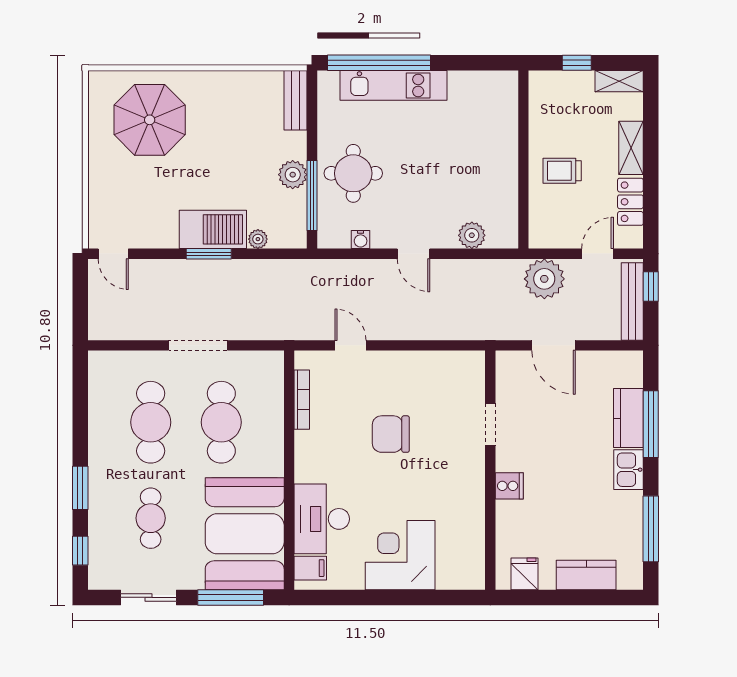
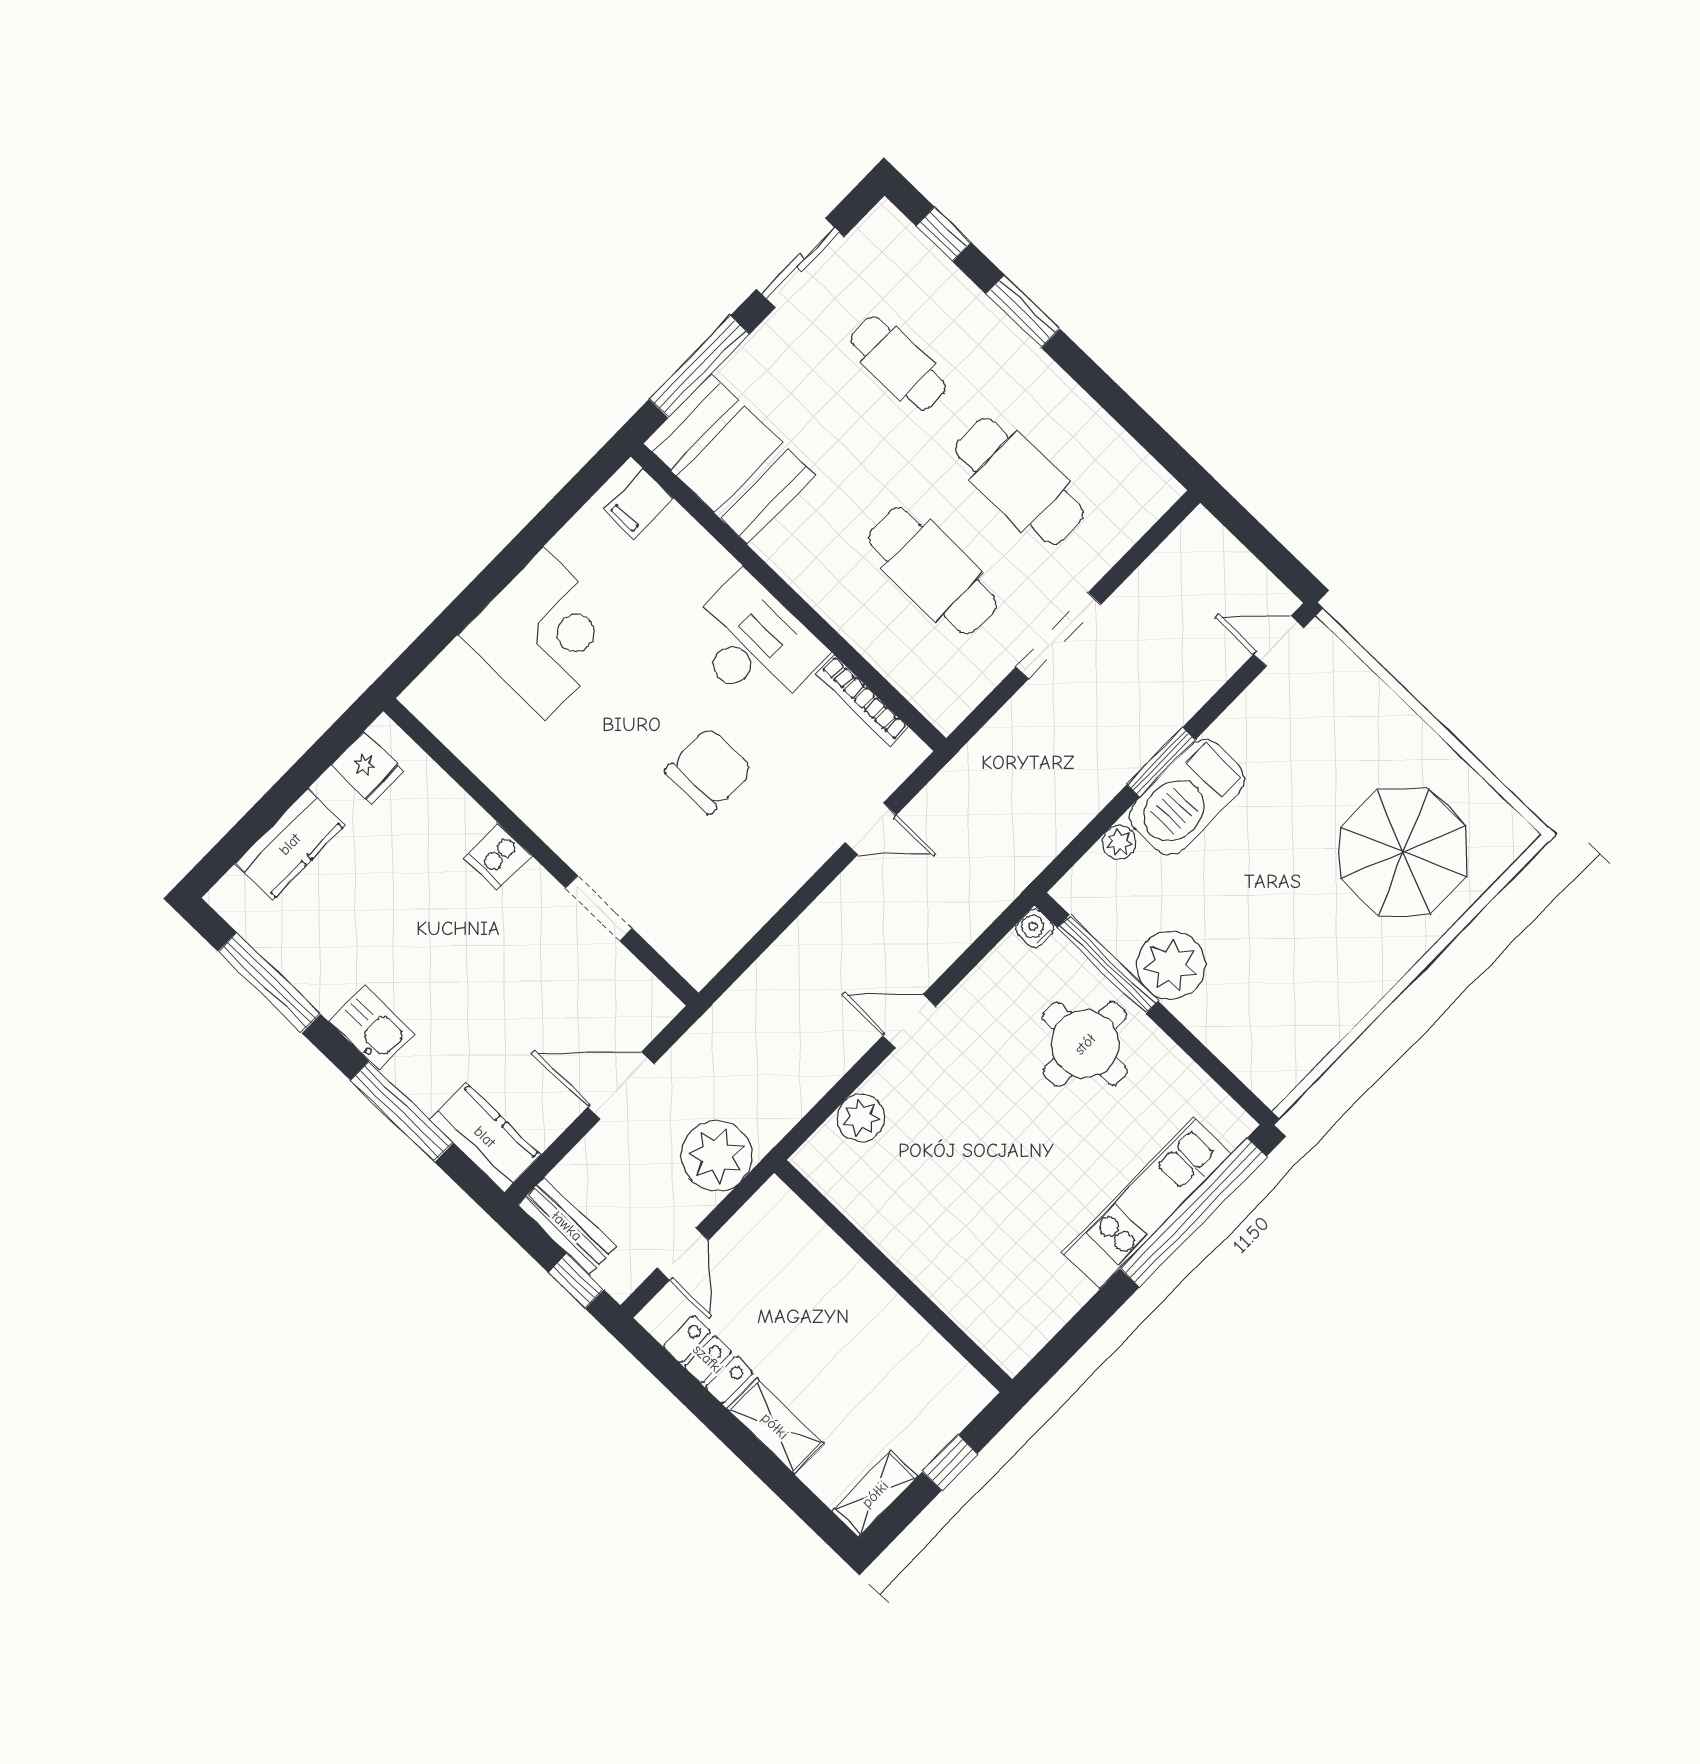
bench: (296, 100) -> (1249, 1061), removed
trolley: (562, 171) -> (831, 1311), removed
plant: (293, 175) -> (1171, 965), width x1.36, depth x1.36
water cooler: (361, 239) -> (1035, 928), moved
bench: (632, 301) -> (567, 1226), width x0.73
kitchen counter: (628, 418) -> (485, 1137), moved
desk: (322, 519) -> (753, 643), moved
booth: (245, 534) -> (729, 459), width x0.73, depth x0.70

